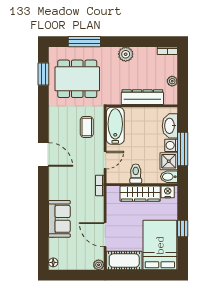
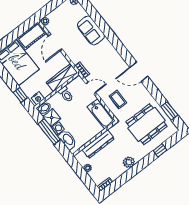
window: (84, 42) -> (160, 150), width x0.46
door: (43, 154) -> (139, 72), moved
door: (105, 160) -> (91, 88), swing flipped
wardrobe: (140, 194) -> (62, 78), moved
window: (183, 228) -> (20, 95), moved
door: (105, 235) -> (55, 43), swing flipped

